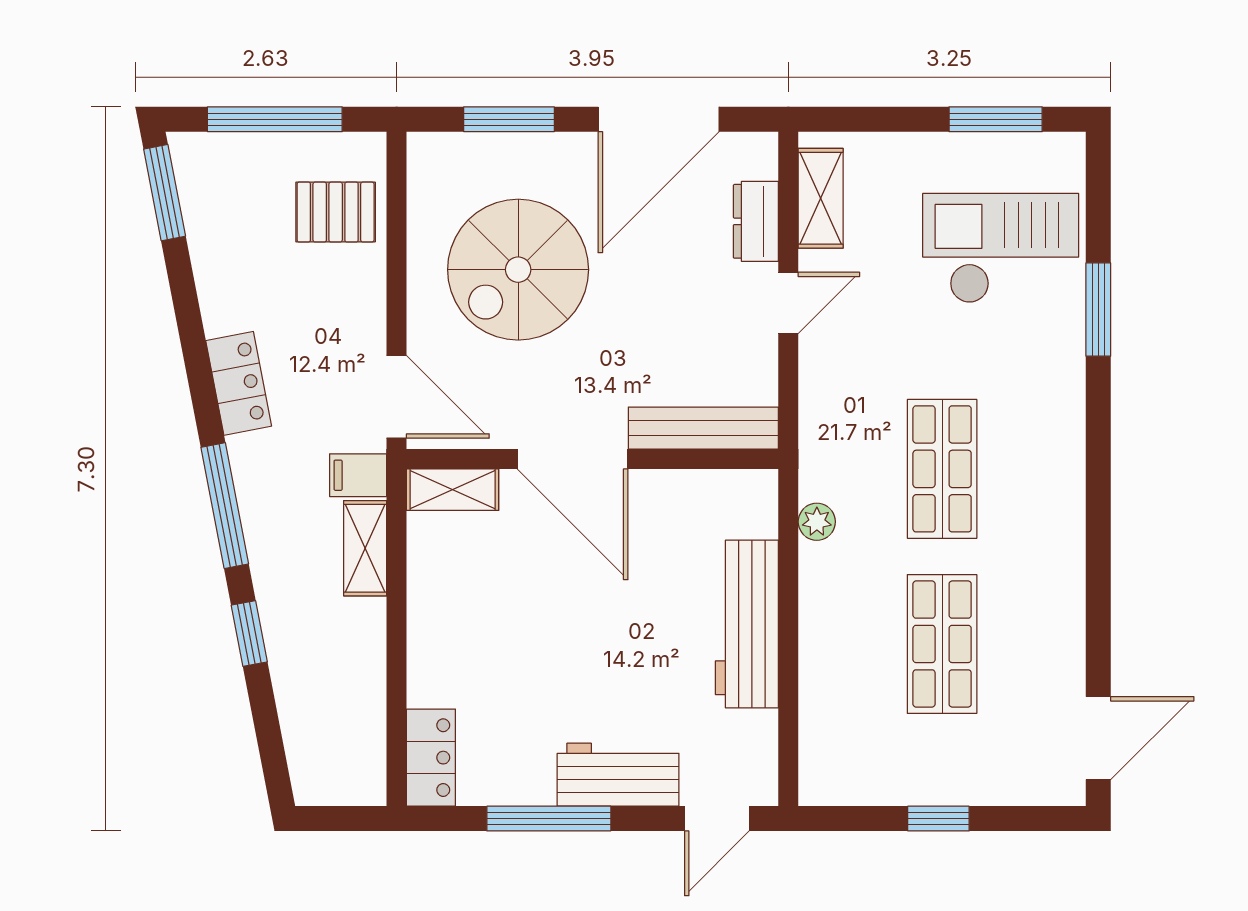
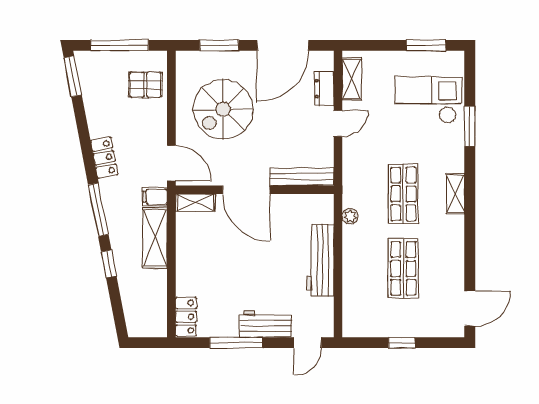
shelving: (1064, 468) -> (455, 194), added
shelving: (365, 548) -> (155, 238), width x1.50, depth x1.33

